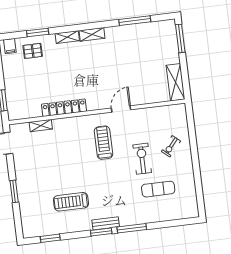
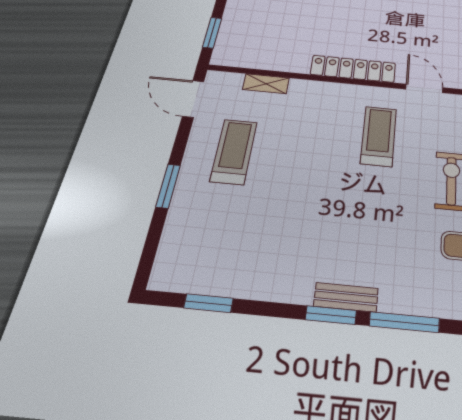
locker: (64, 108) -> (353, 69), moved
door: (121, 109) -> (424, 88), hinge flipped
treadmill: (71, 202) -> (234, 151), moved, turned 90

